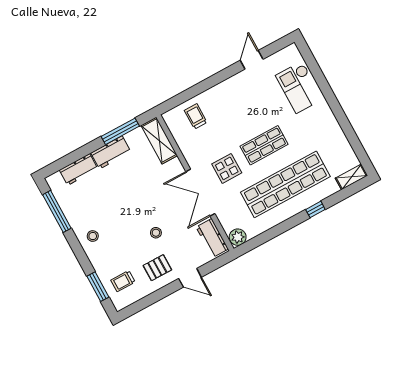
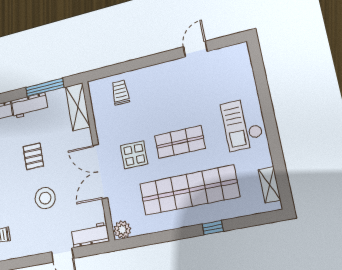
checkout: (299, 87) -> (242, 124), moved
shelving: (351, 177) -> (270, 185), moved, turned 90
stool: (156, 233) -> (45, 198), width x1.89, depth x1.89
workbench: (212, 238) -> (90, 235), moved, turned 90
pallet: (157, 268) -> (33, 156), moved, turned 90

